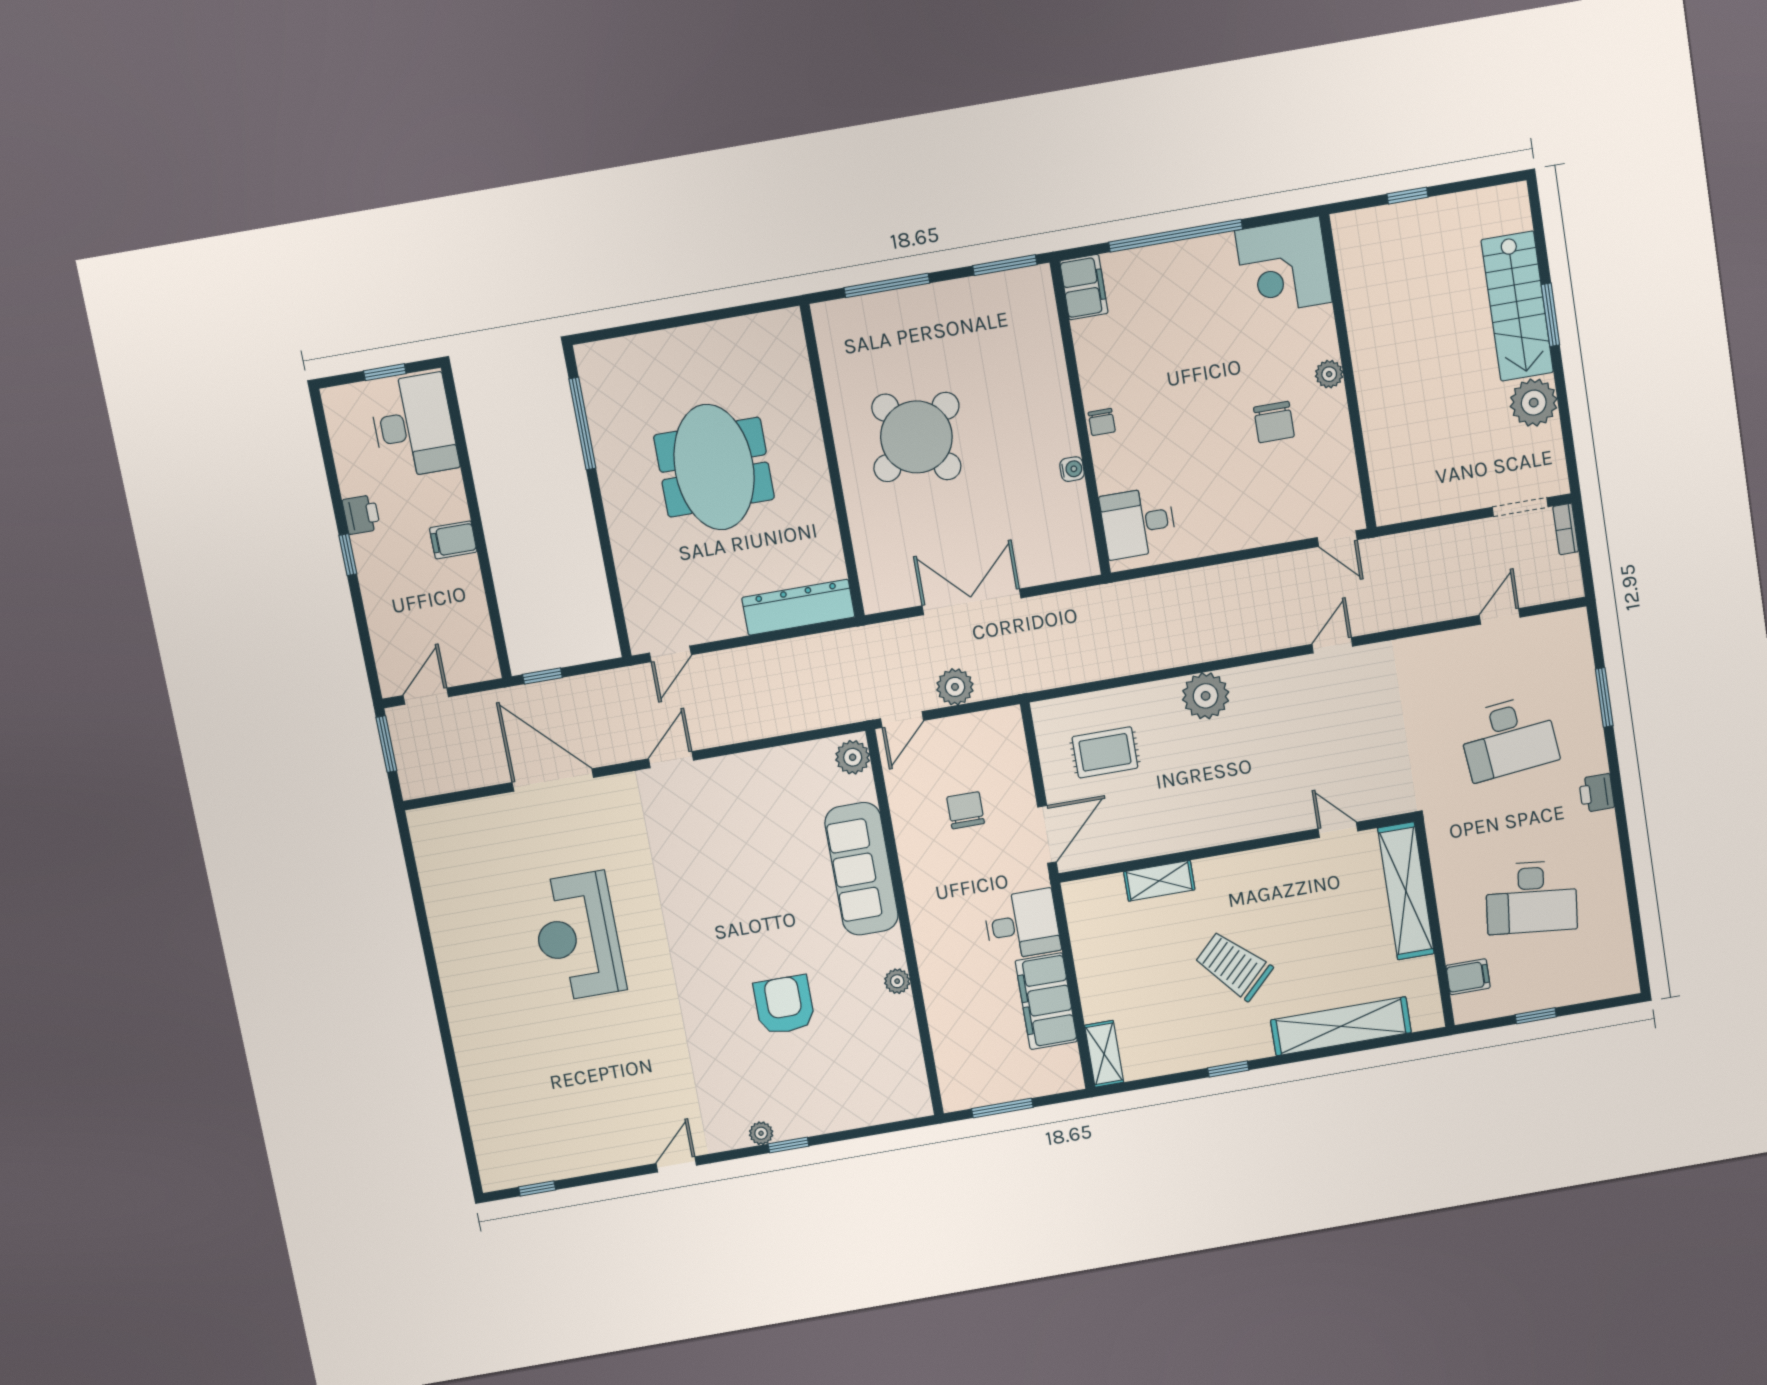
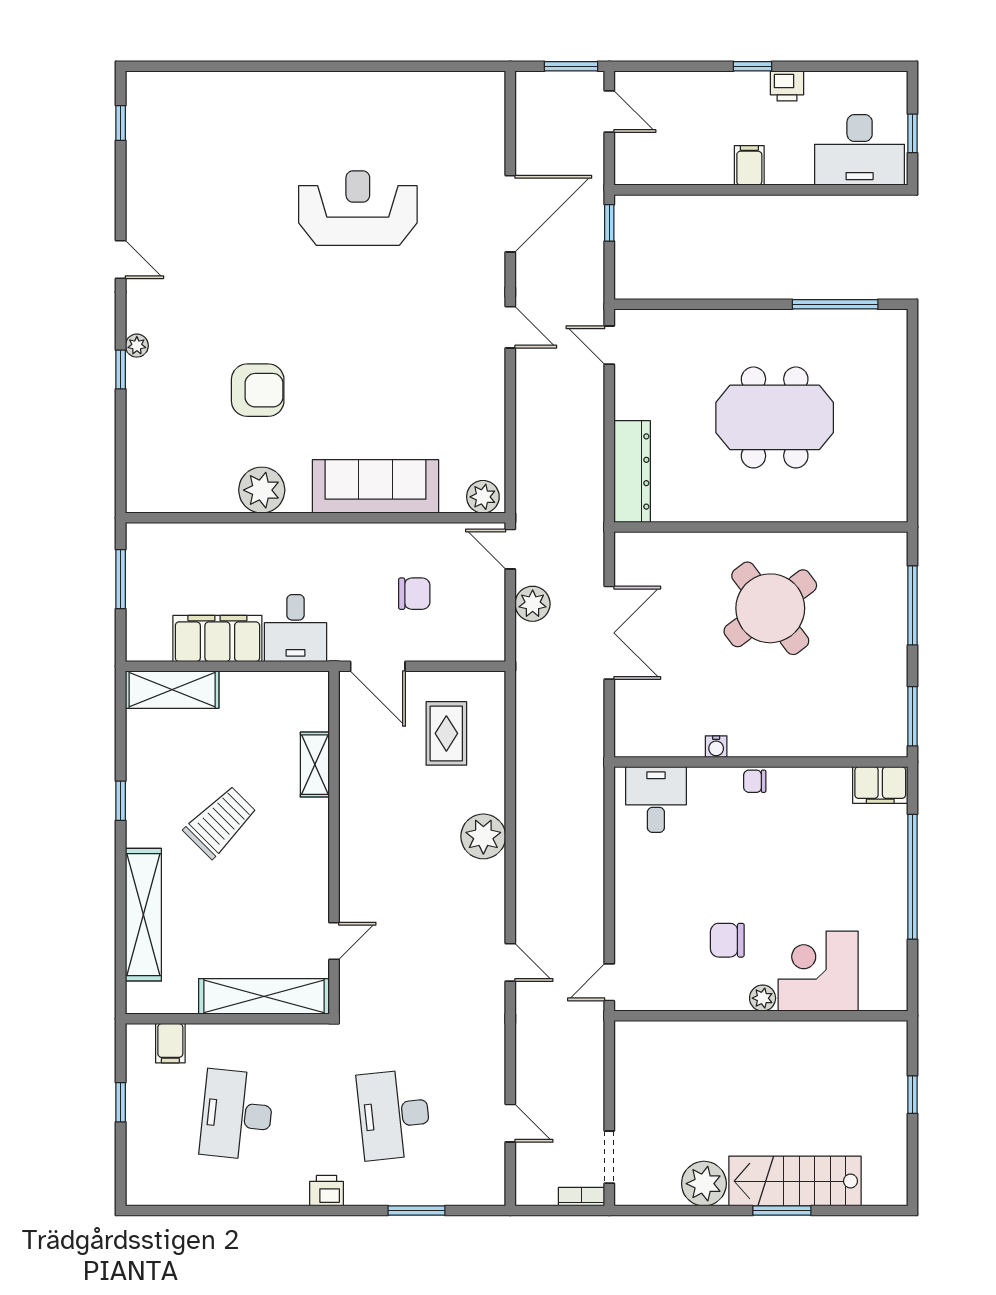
corner desk: (1283, 266) -> (818, 971), moved
plant: (897, 981) -> (262, 490), width x1.87, depth x1.87
shelving: (1104, 1054) -> (172, 690), width x1.50, depth x1.33

